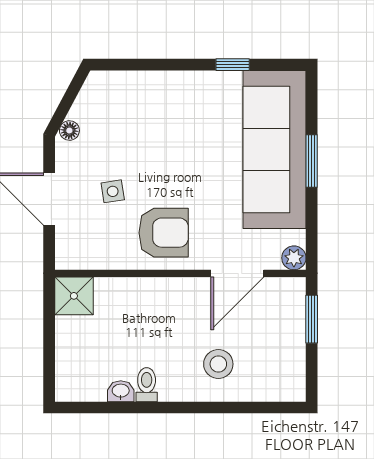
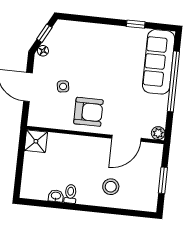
window: (69, 99) -> (44, 33), added
sofa: (275, 150) -> (159, 62), width x0.74, depth x0.79
window: (312, 161) -> (173, 81), width x2.11
window: (312, 319) -> (163, 180), moved

